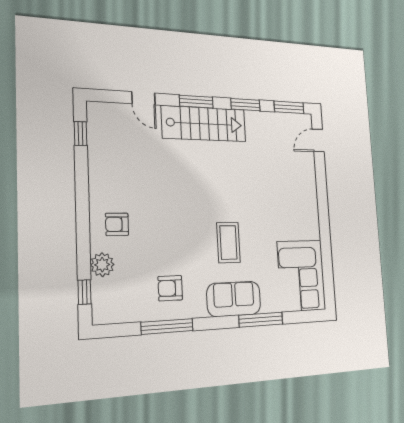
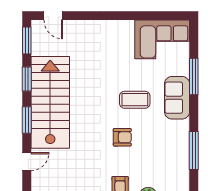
stairs: (204, 124) -> (50, 102), width x1.36, depth x1.51
armchair: (170, 288) -> (122, 137), moved, turned -90

